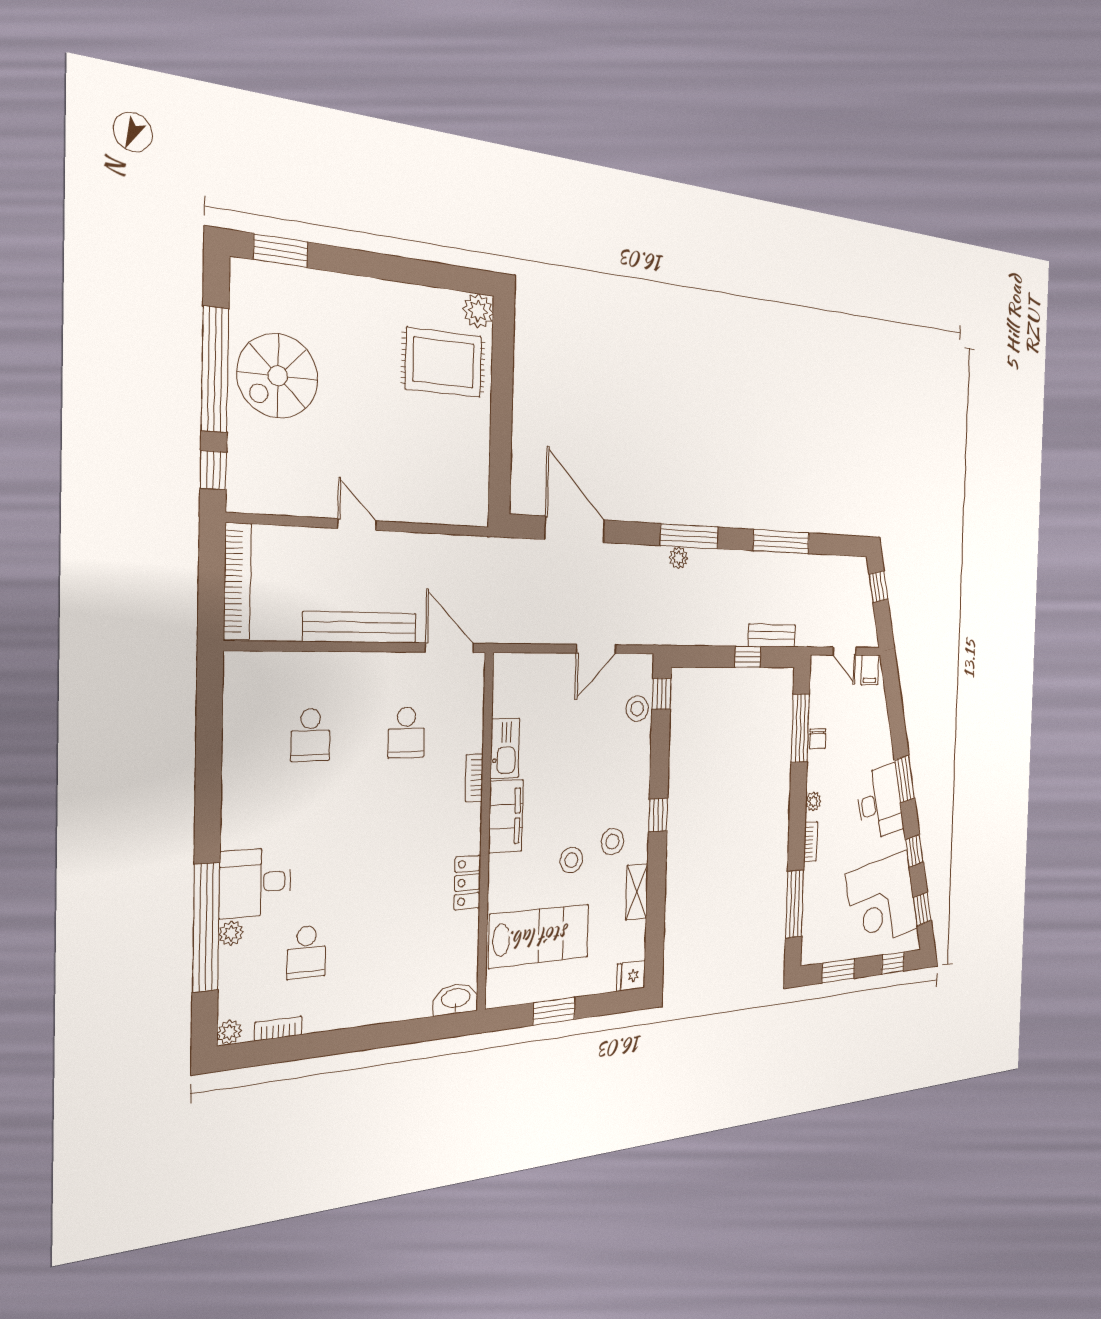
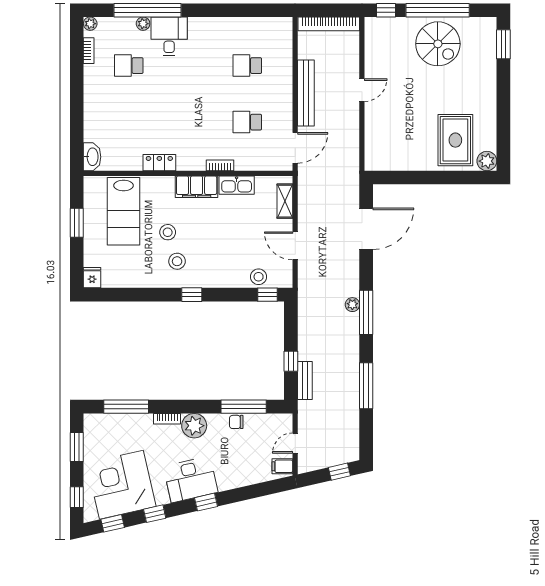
spiral stairs: (278, 376) -> (438, 44), turned 180
window: (905, 779) -> (206, 502), width x0.67
plant: (813, 801) -> (194, 426), width x1.87, depth x1.87
shelving: (637, 892) -> (285, 201), moved, turned 90

